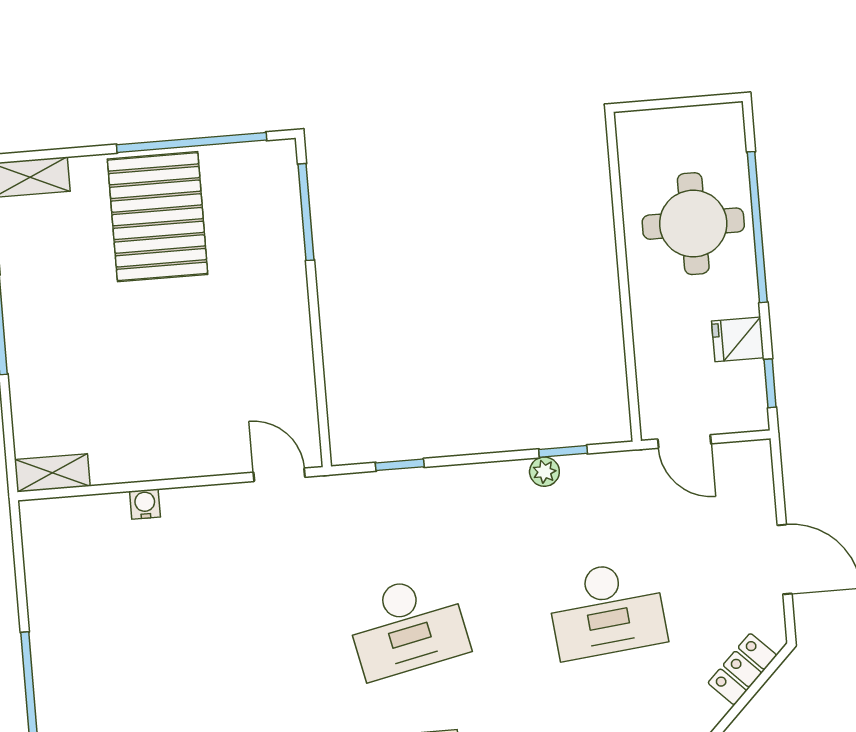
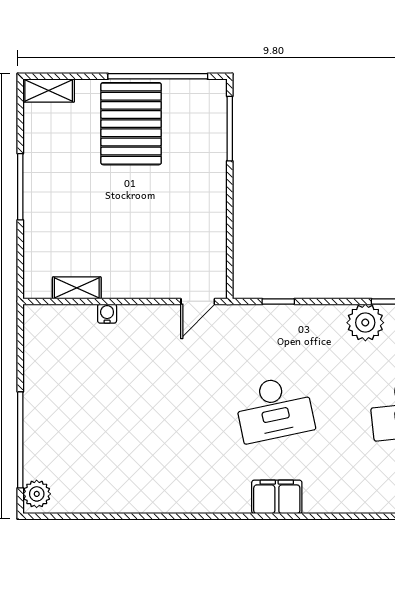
plant: (544, 472) -> (365, 323), width x1.87, depth x1.87
shelving: (52, 473) -> (77, 288), moved
door: (279, 475) -> (198, 301), swing flipped

